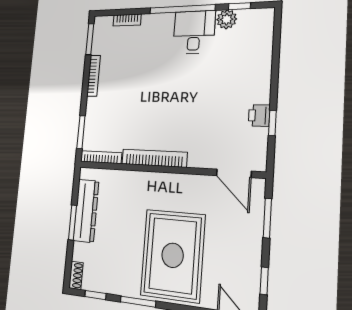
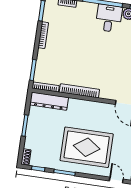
dresser: (86, 211) -> (49, 101), moved, turned 90
rug: (173, 255) -> (87, 147), turned 90

